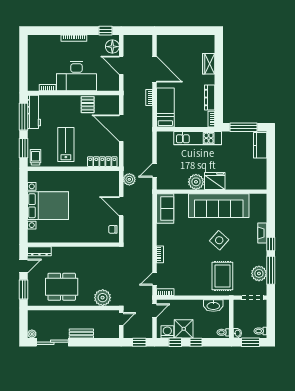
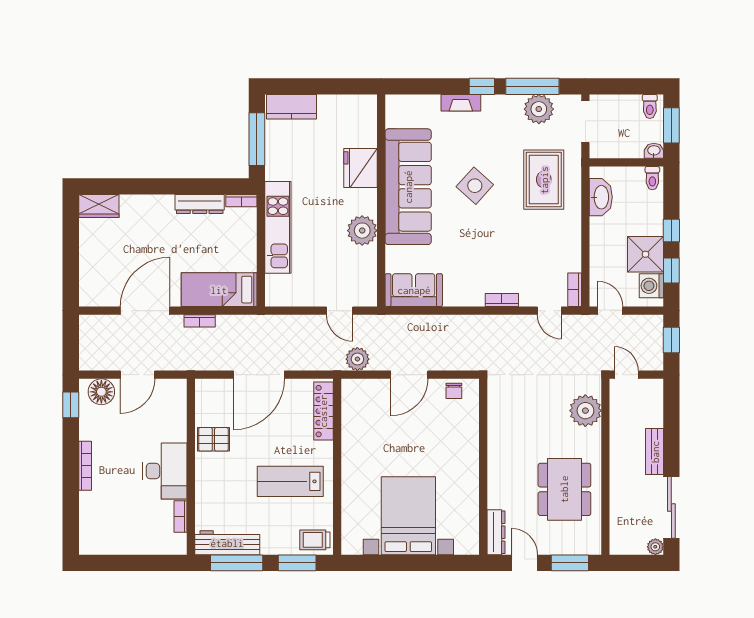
wardrobe: (209, 64) -> (99, 206), moved
desk: (76, 76) -> (165, 471), width x0.73, depth x0.77
fridge: (215, 181) -> (360, 168), moved
rug: (222, 276) -> (544, 180), turned 90

